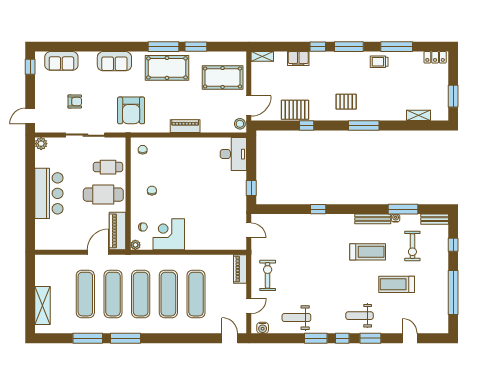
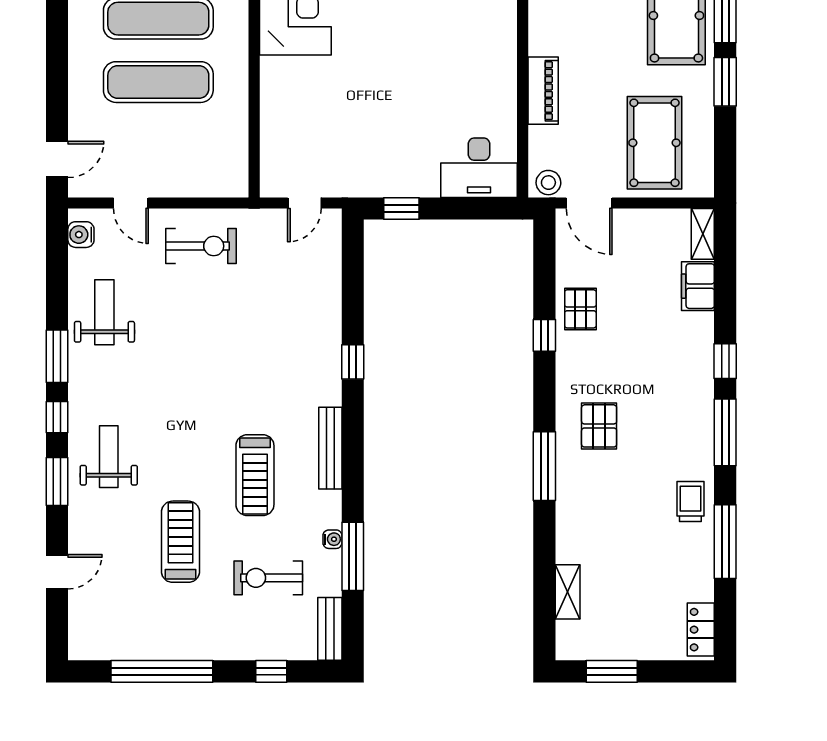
filing cabinet: (298, 59) -> (698, 286), moved
pallet: (295, 110) -> (580, 309), width x0.67, depth x0.71
piano: (185, 126) -> (543, 91), moved
bench: (373, 219) -> (330, 448), moved
piano: (240, 269) -> (216, 183), removed

